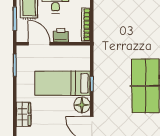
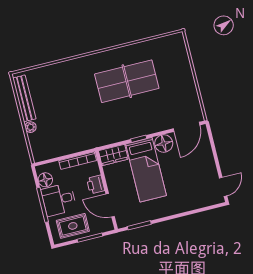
door: (39, 44) -> (110, 205), hinge flipped
wardrobe: (23, 114) -> (113, 155), moved, turned 180

